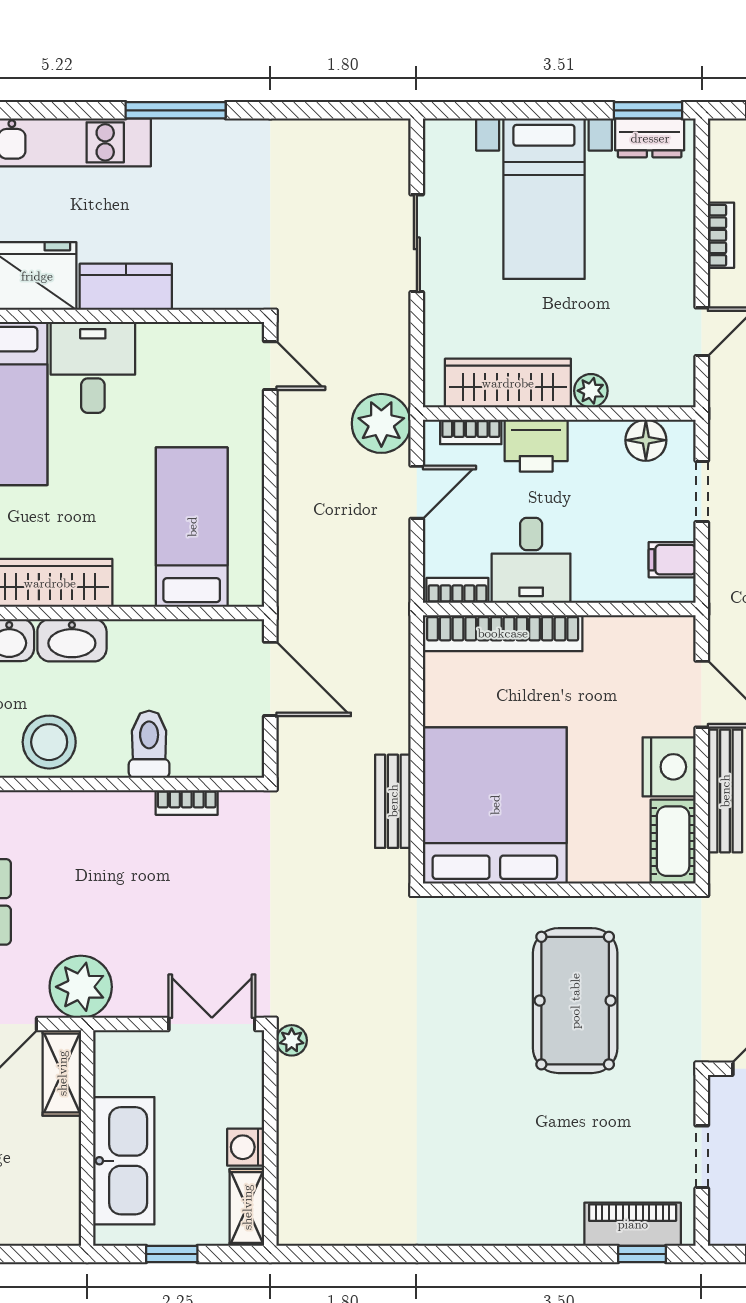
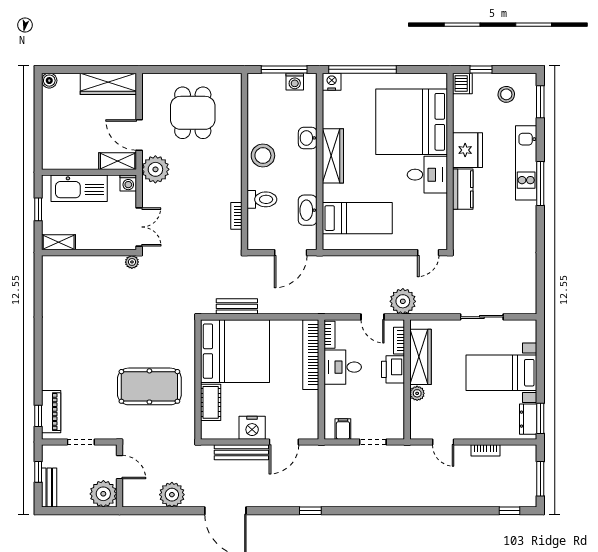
window: (176, 110) -> (540, 184), moved
floor lamp: (646, 440) -> (395, 417), removed
washbasin: (72, 640) -> (308, 210), moved
cot: (673, 841) -> (211, 402), moved, turned 90
washing machine: (246, 1147) -> (128, 183), moved, turned 180

